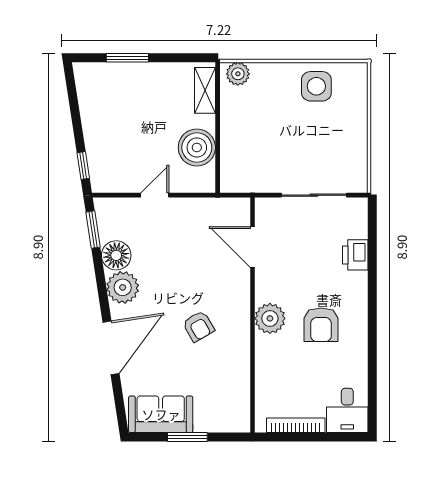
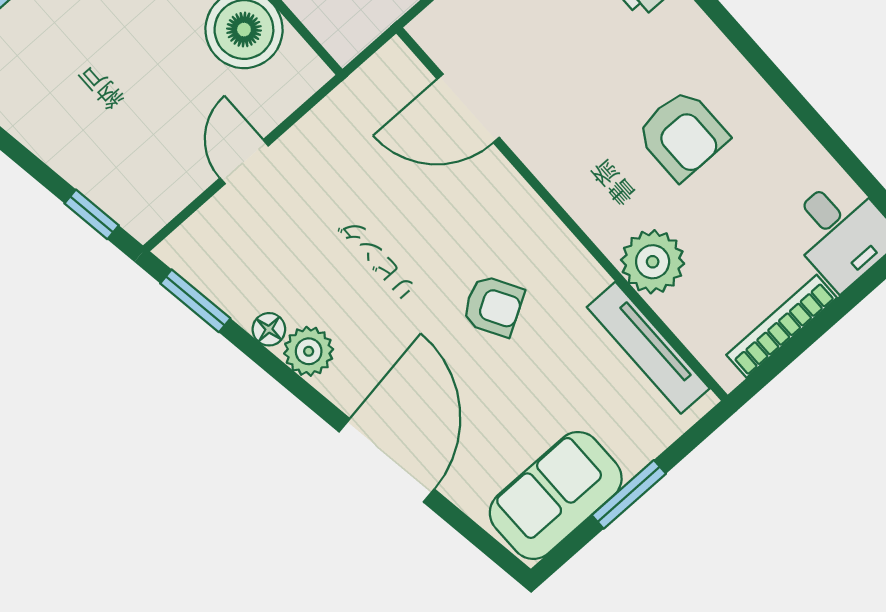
floor lamp: (116, 255) -> (269, 329), width x0.53, depth x0.53
plant: (123, 287) -> (309, 351), width x0.73, depth x0.73
plant: (270, 318) -> (653, 262), moved
tv unit: (241, 391) -> (648, 348), added

